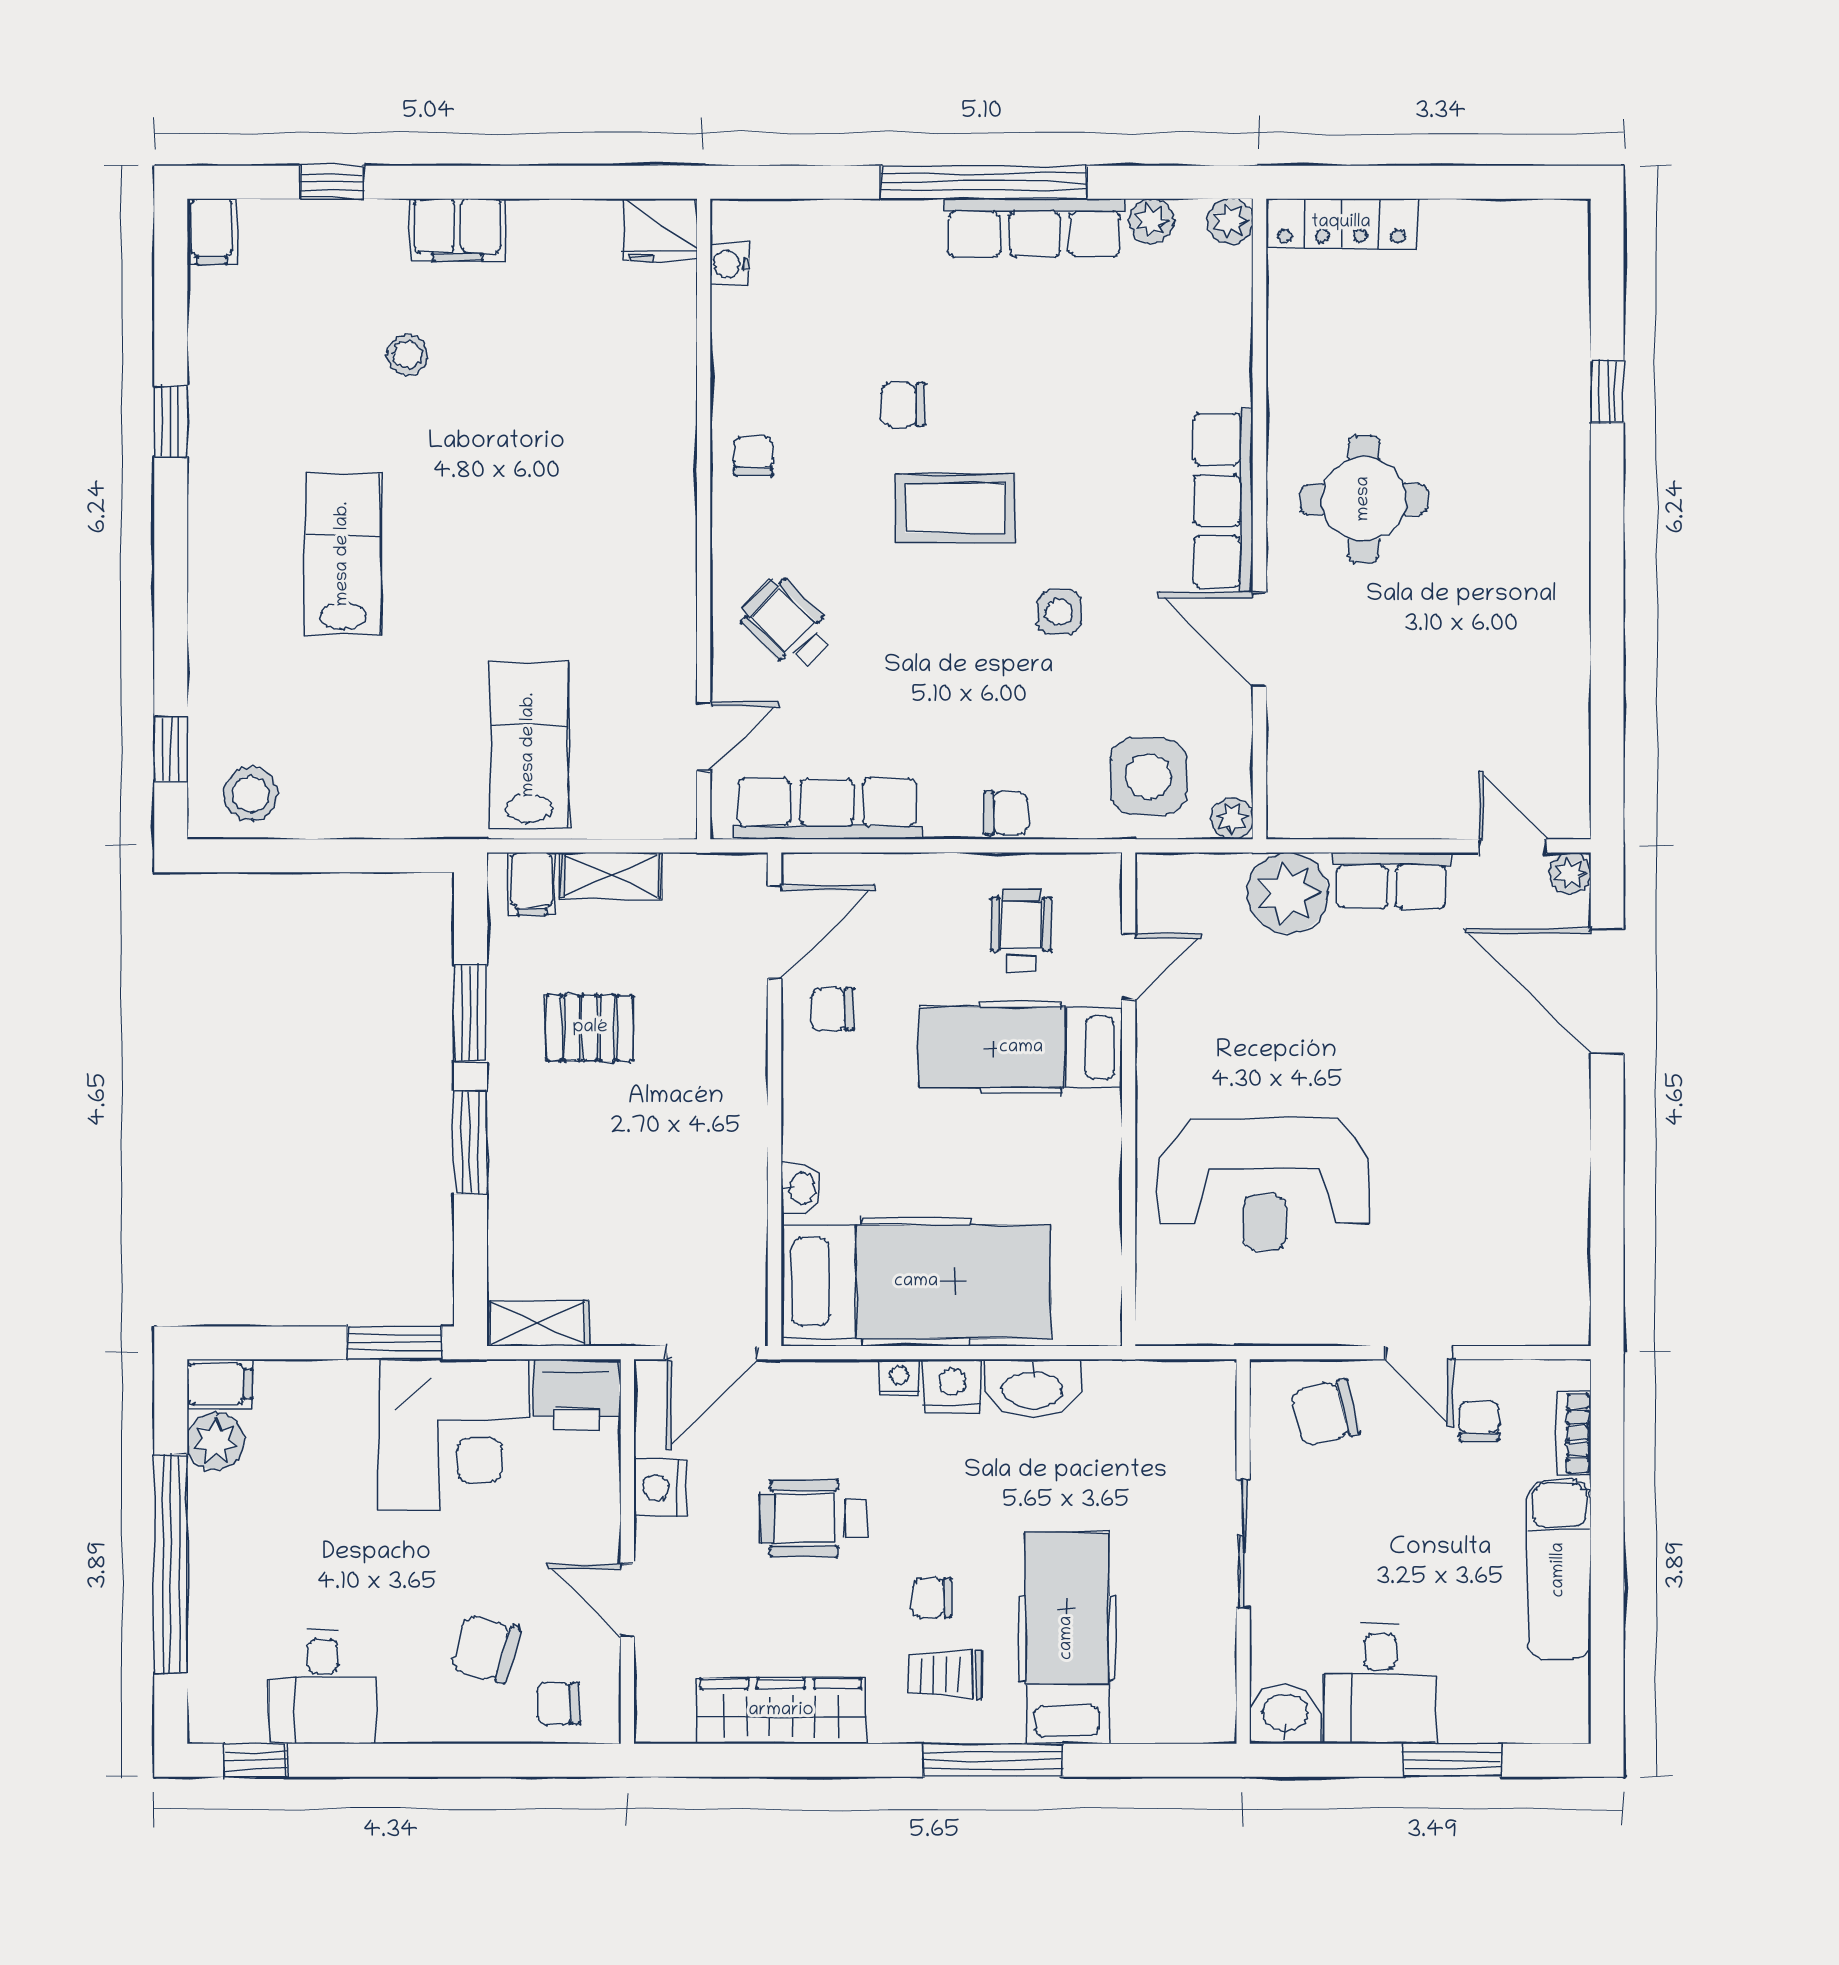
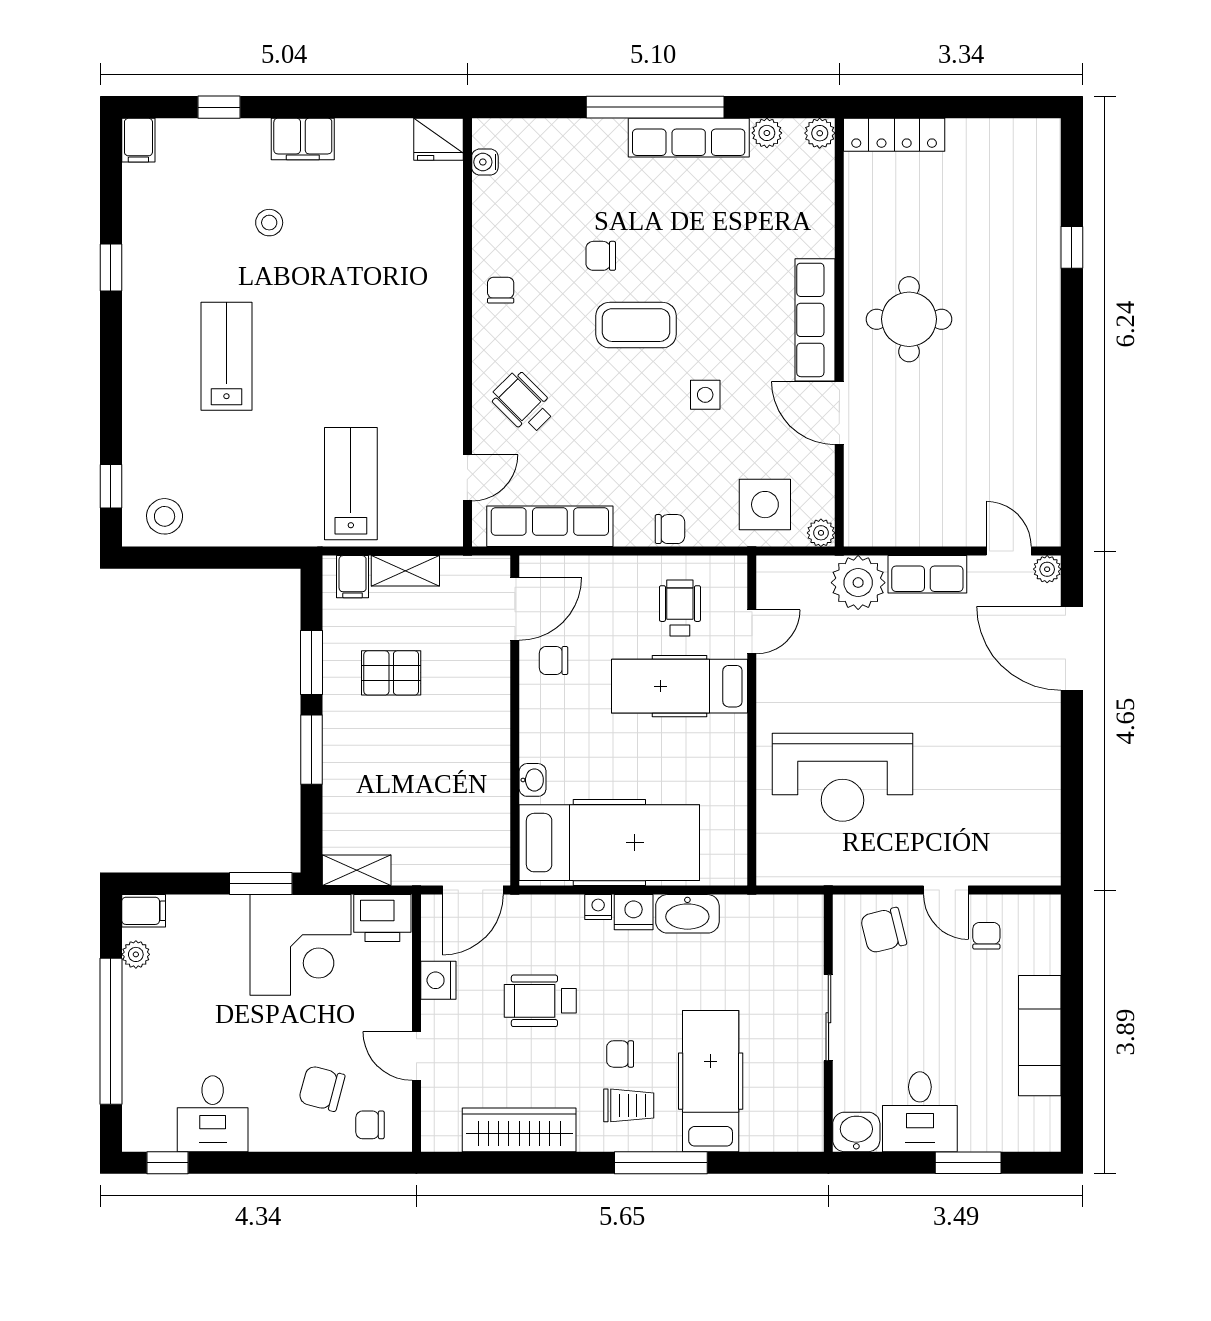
bookcase: (1574, 1434) -> (1050, 944), removed
plant: (216, 1441) -> (136, 954), width x0.73, depth x0.73
trolley: (945, 1675) -> (629, 1105), turned 180

